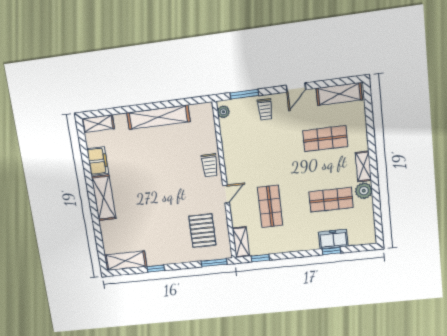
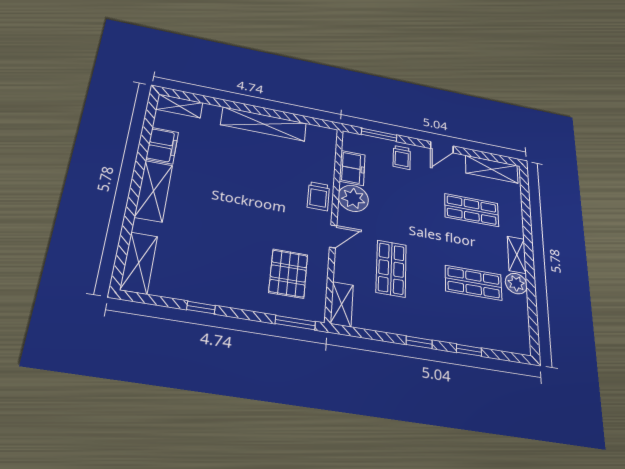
plant: (223, 112) -> (353, 198), moved, width x1.87, depth x1.87
freezer: (333, 239) -> (352, 168), moved, turned 90
window: (260, 258) -> (419, 342), moved
shelving: (126, 261) -> (139, 263), moved, turned 90

